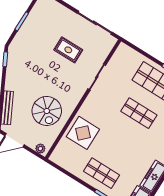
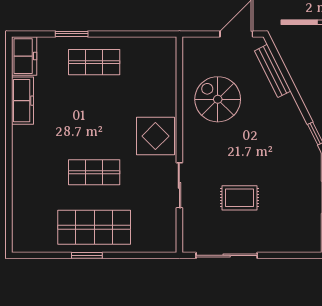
display table: (83, 133) -> (155, 136), moved
plant: (40, 149) -> (195, 44), removed

